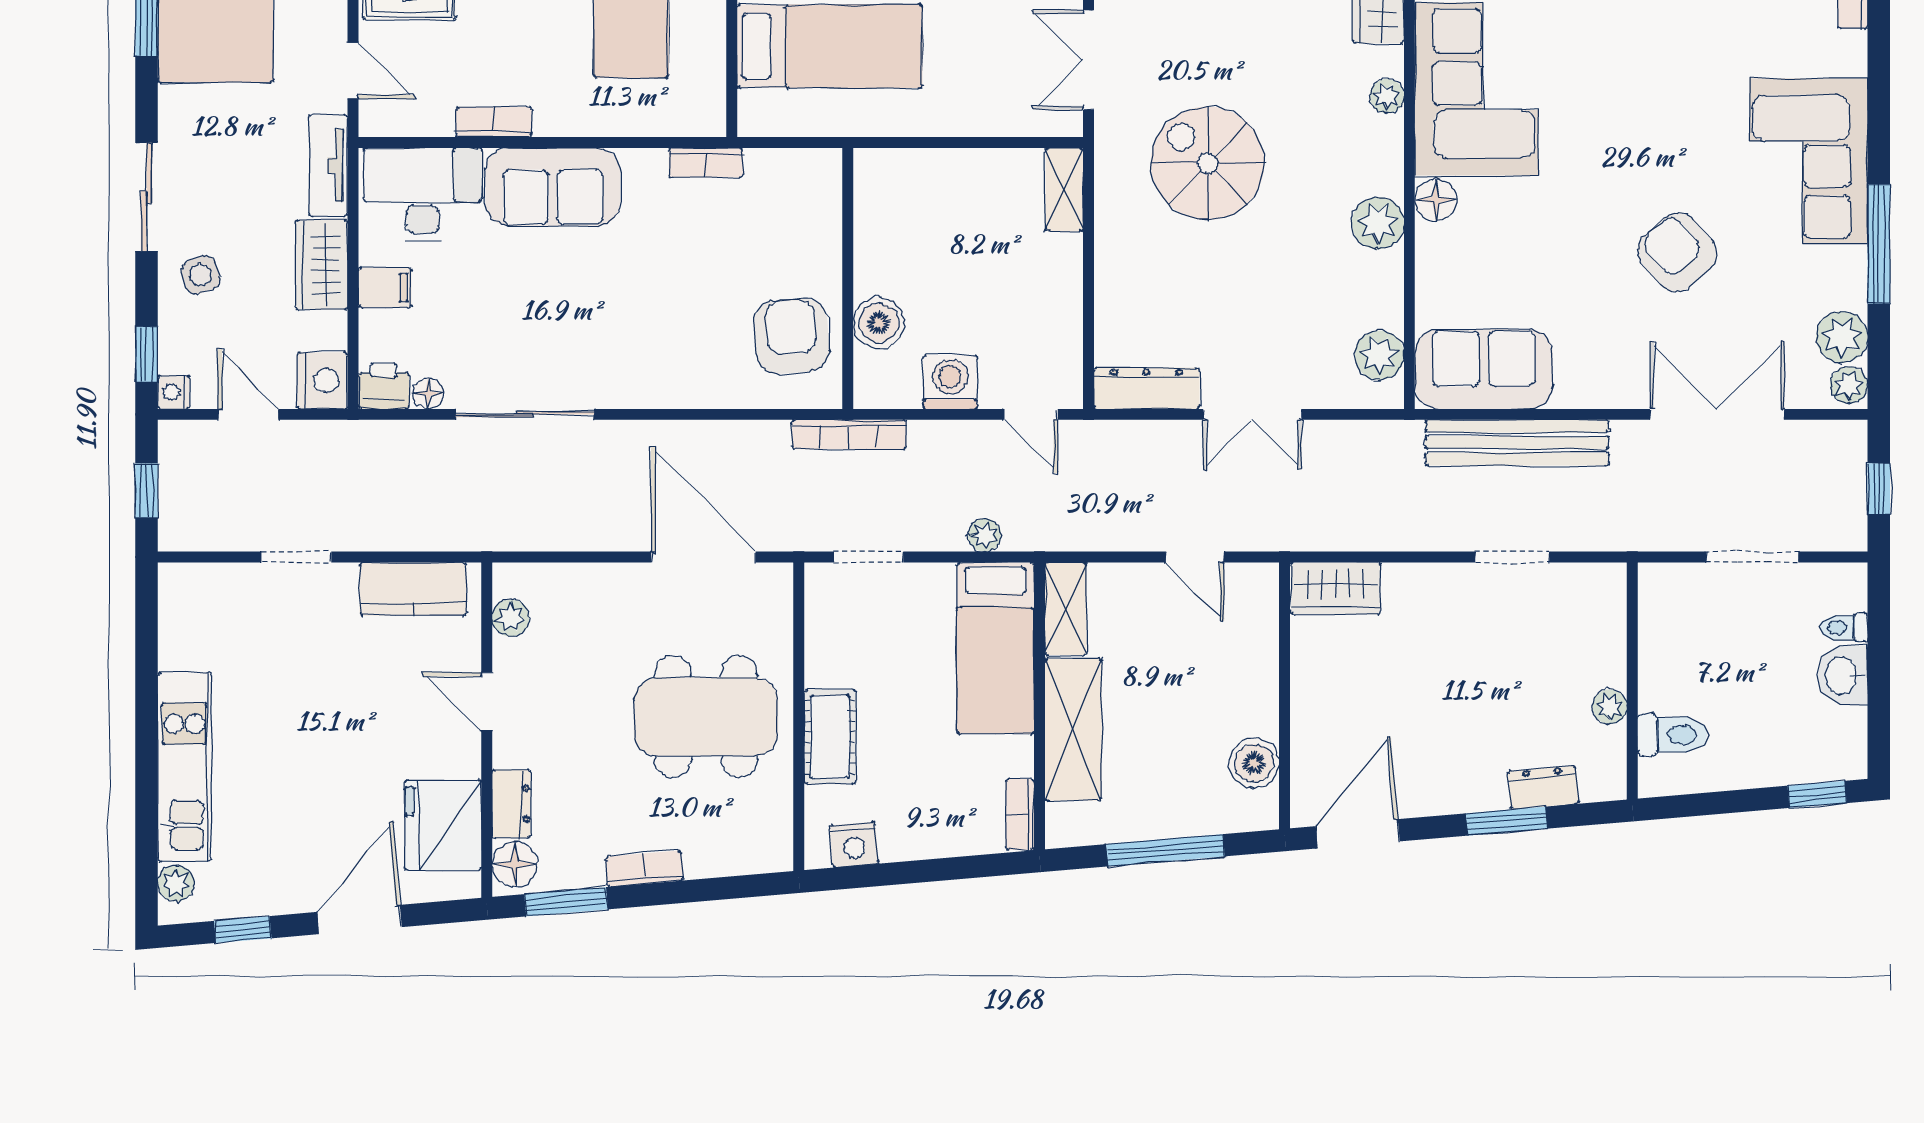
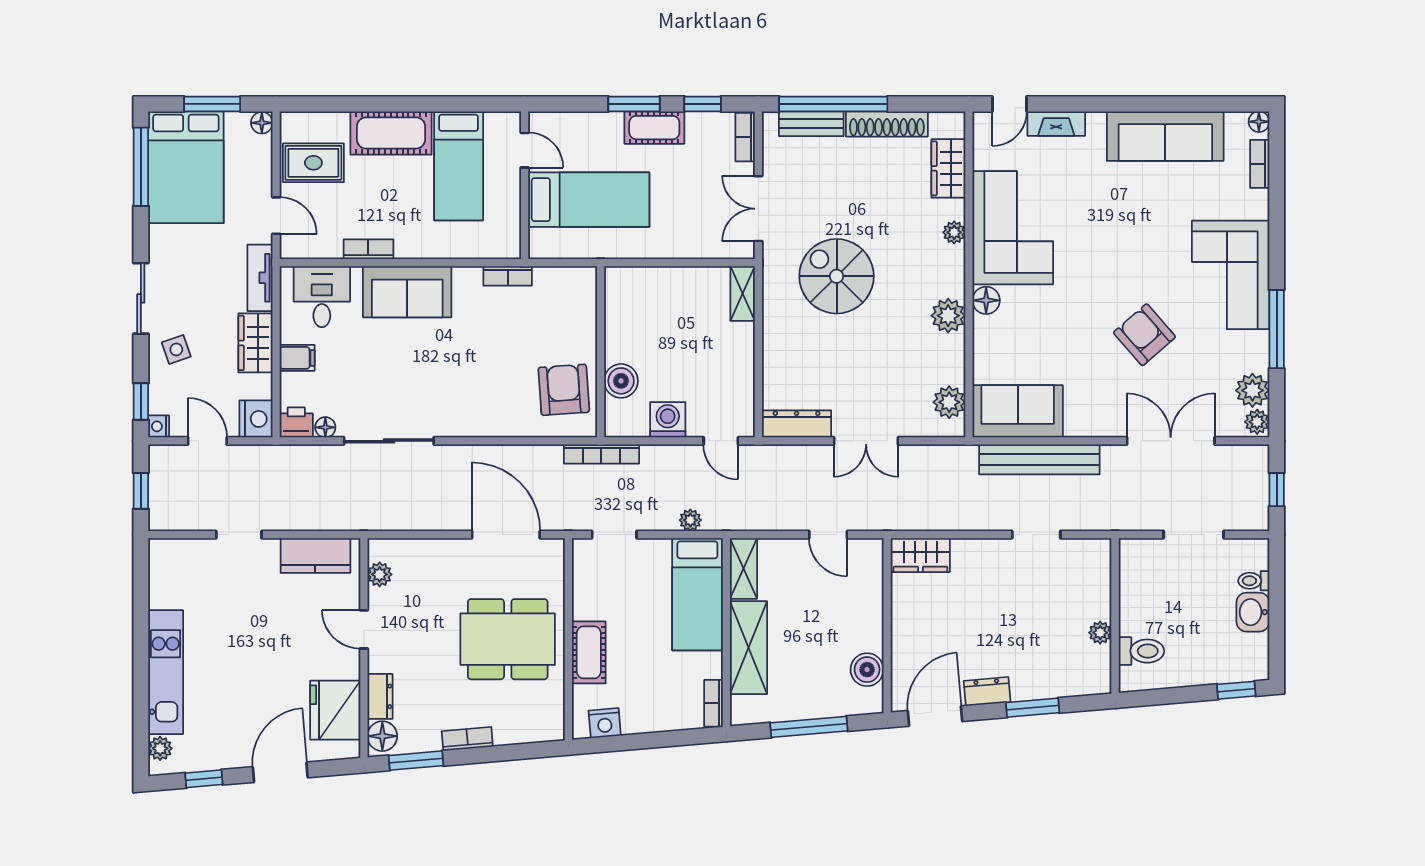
desk: (423, 194) -> (322, 297), width x0.73
dresser: (1543, 787) -> (987, 692), moved

